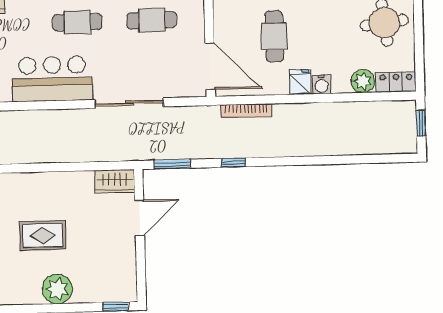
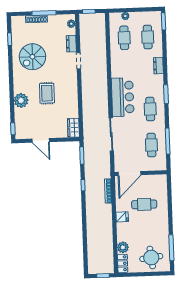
water cooler: (322, 84) -> (121, 227), removed
door: (139, 218) -> (41, 140), moved

